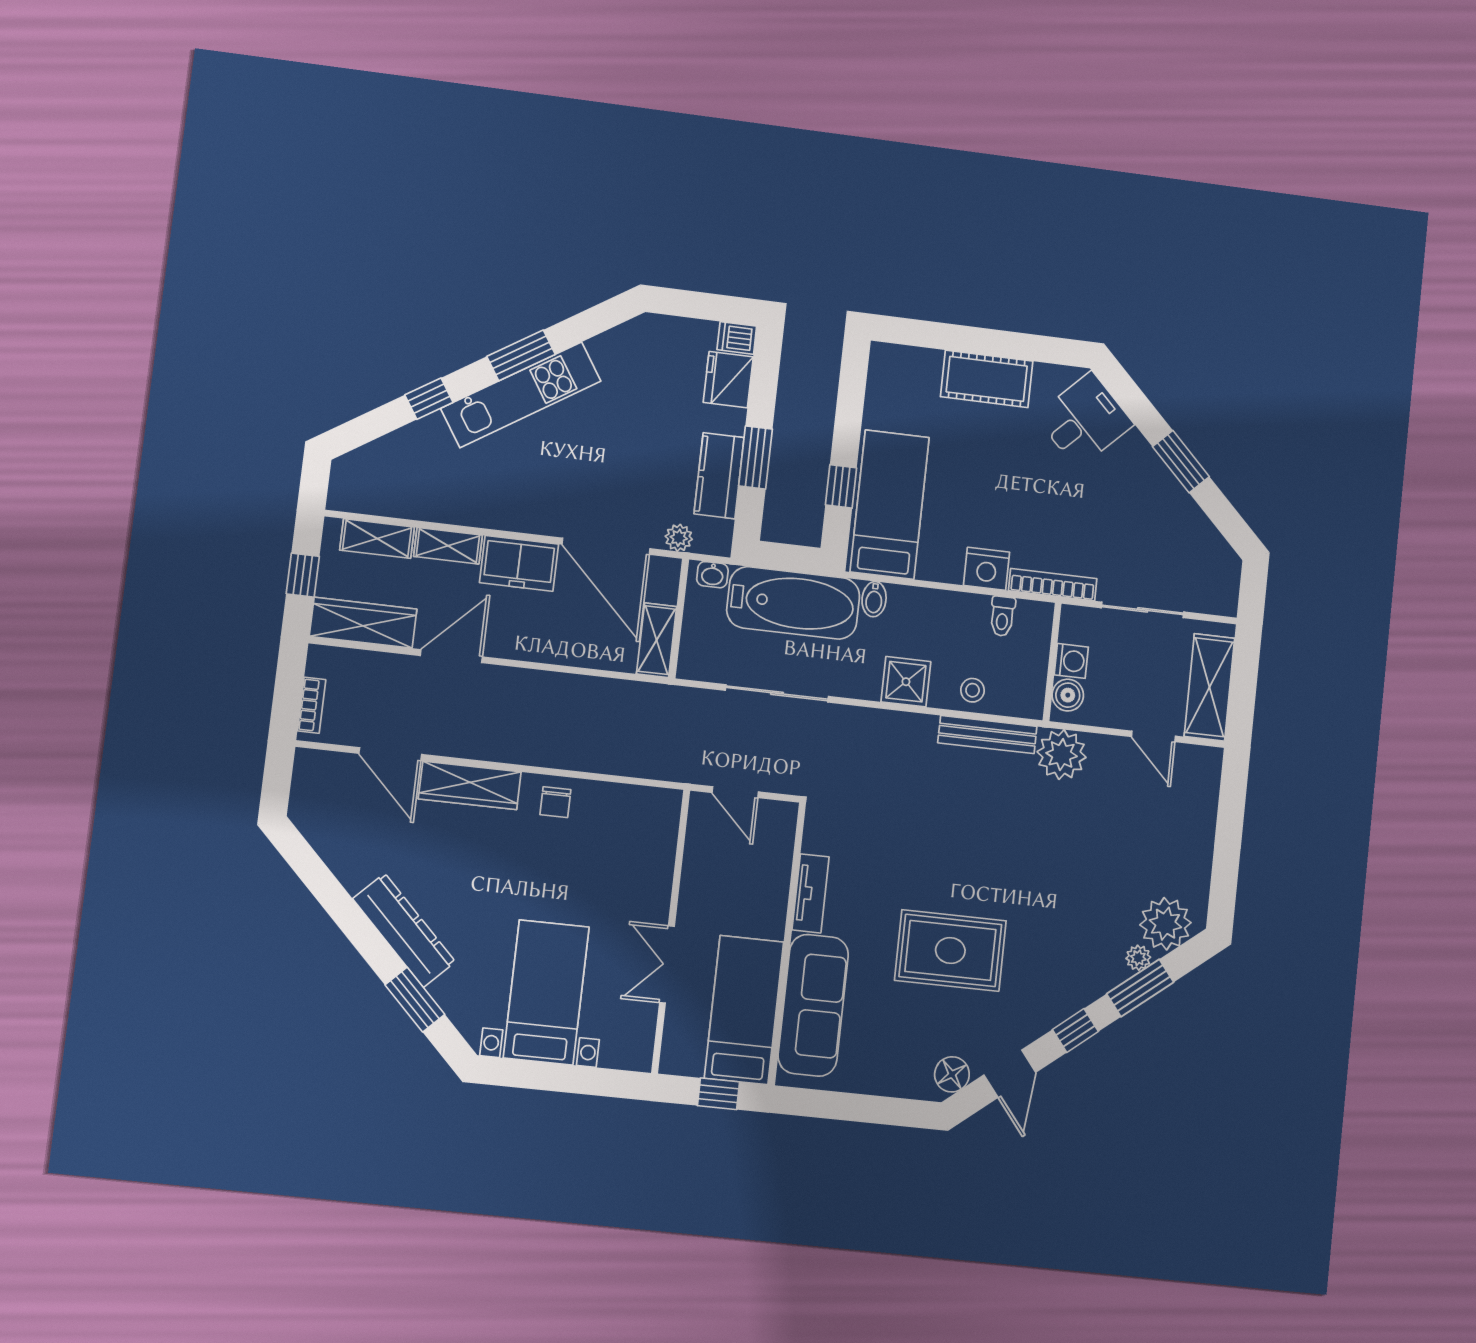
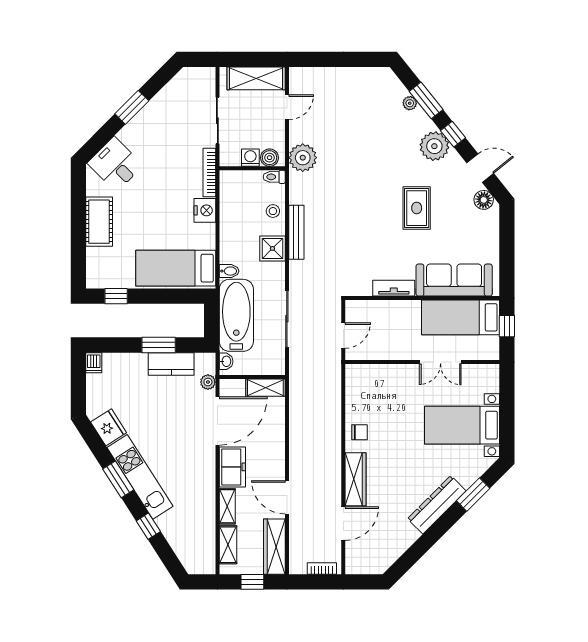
fridge: (728, 380) -> (109, 427), moved, turned -123
window: (841, 486) -> (116, 296), moved
toilet: (1002, 616) -> (274, 177), moved, turned 180
bench: (987, 735) -> (296, 232), moved
plant: (1165, 924) -> (434, 146), moved
rug: (950, 950) -> (417, 208), width x0.73, depth x0.70

